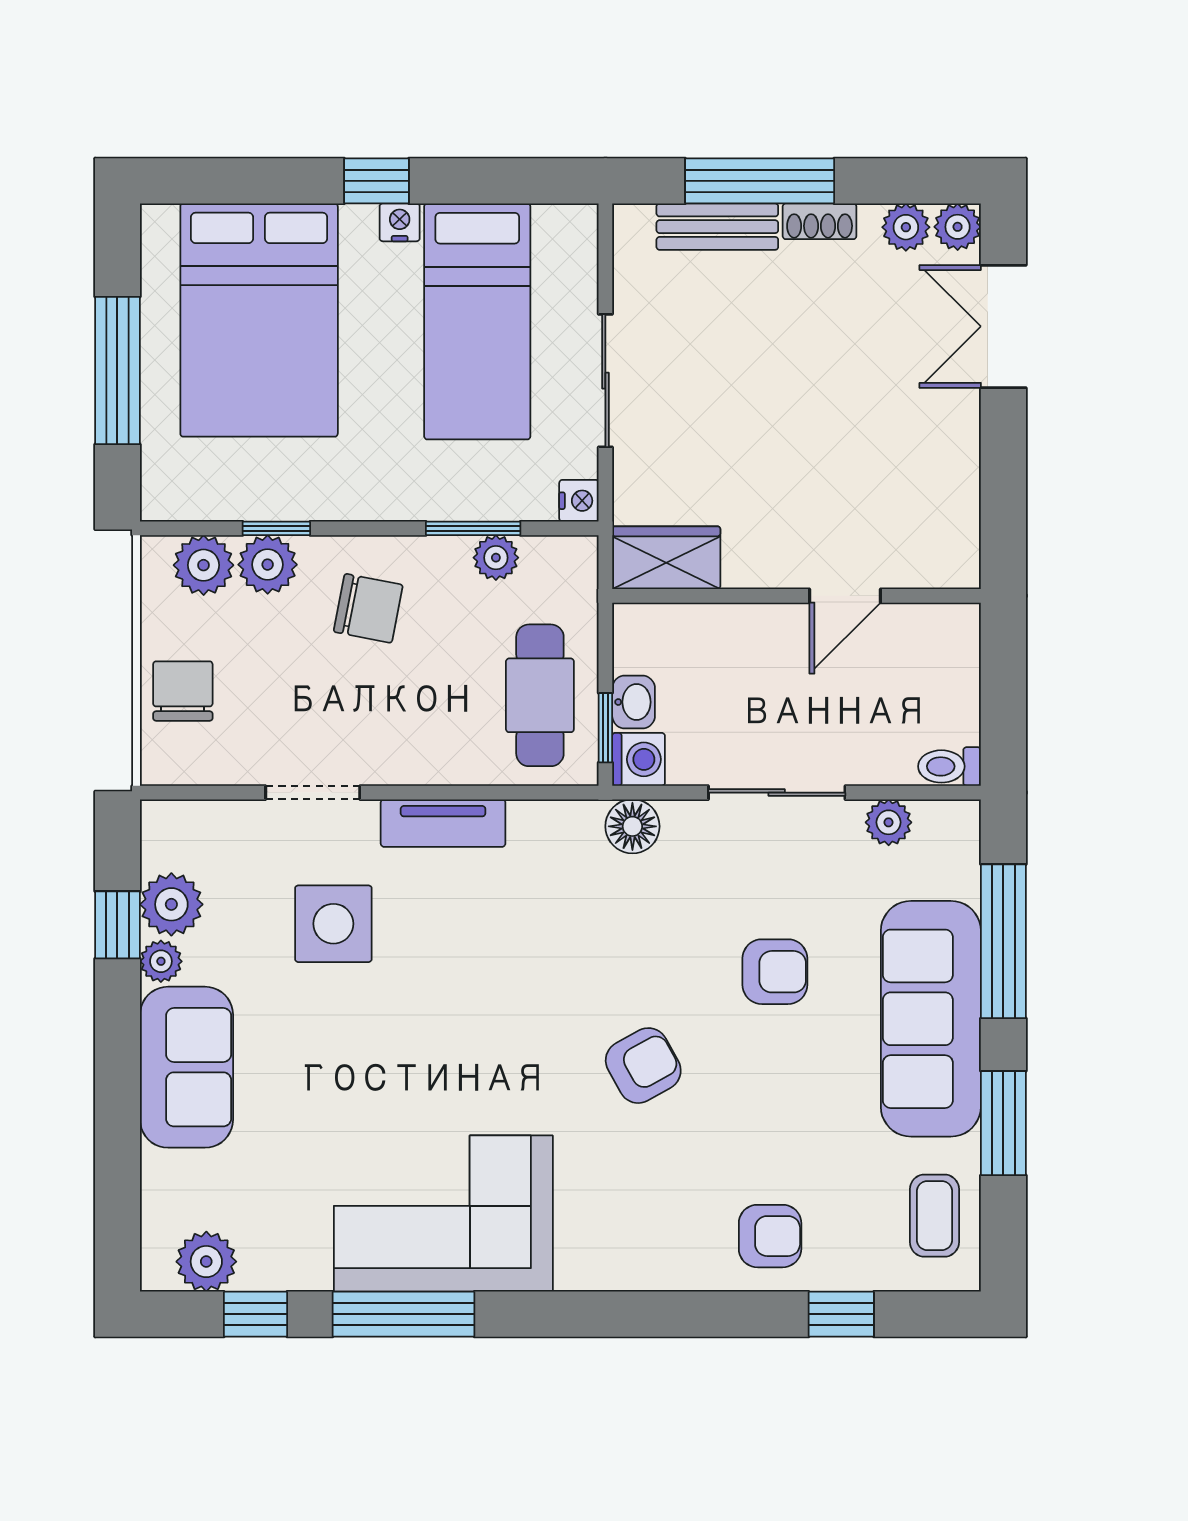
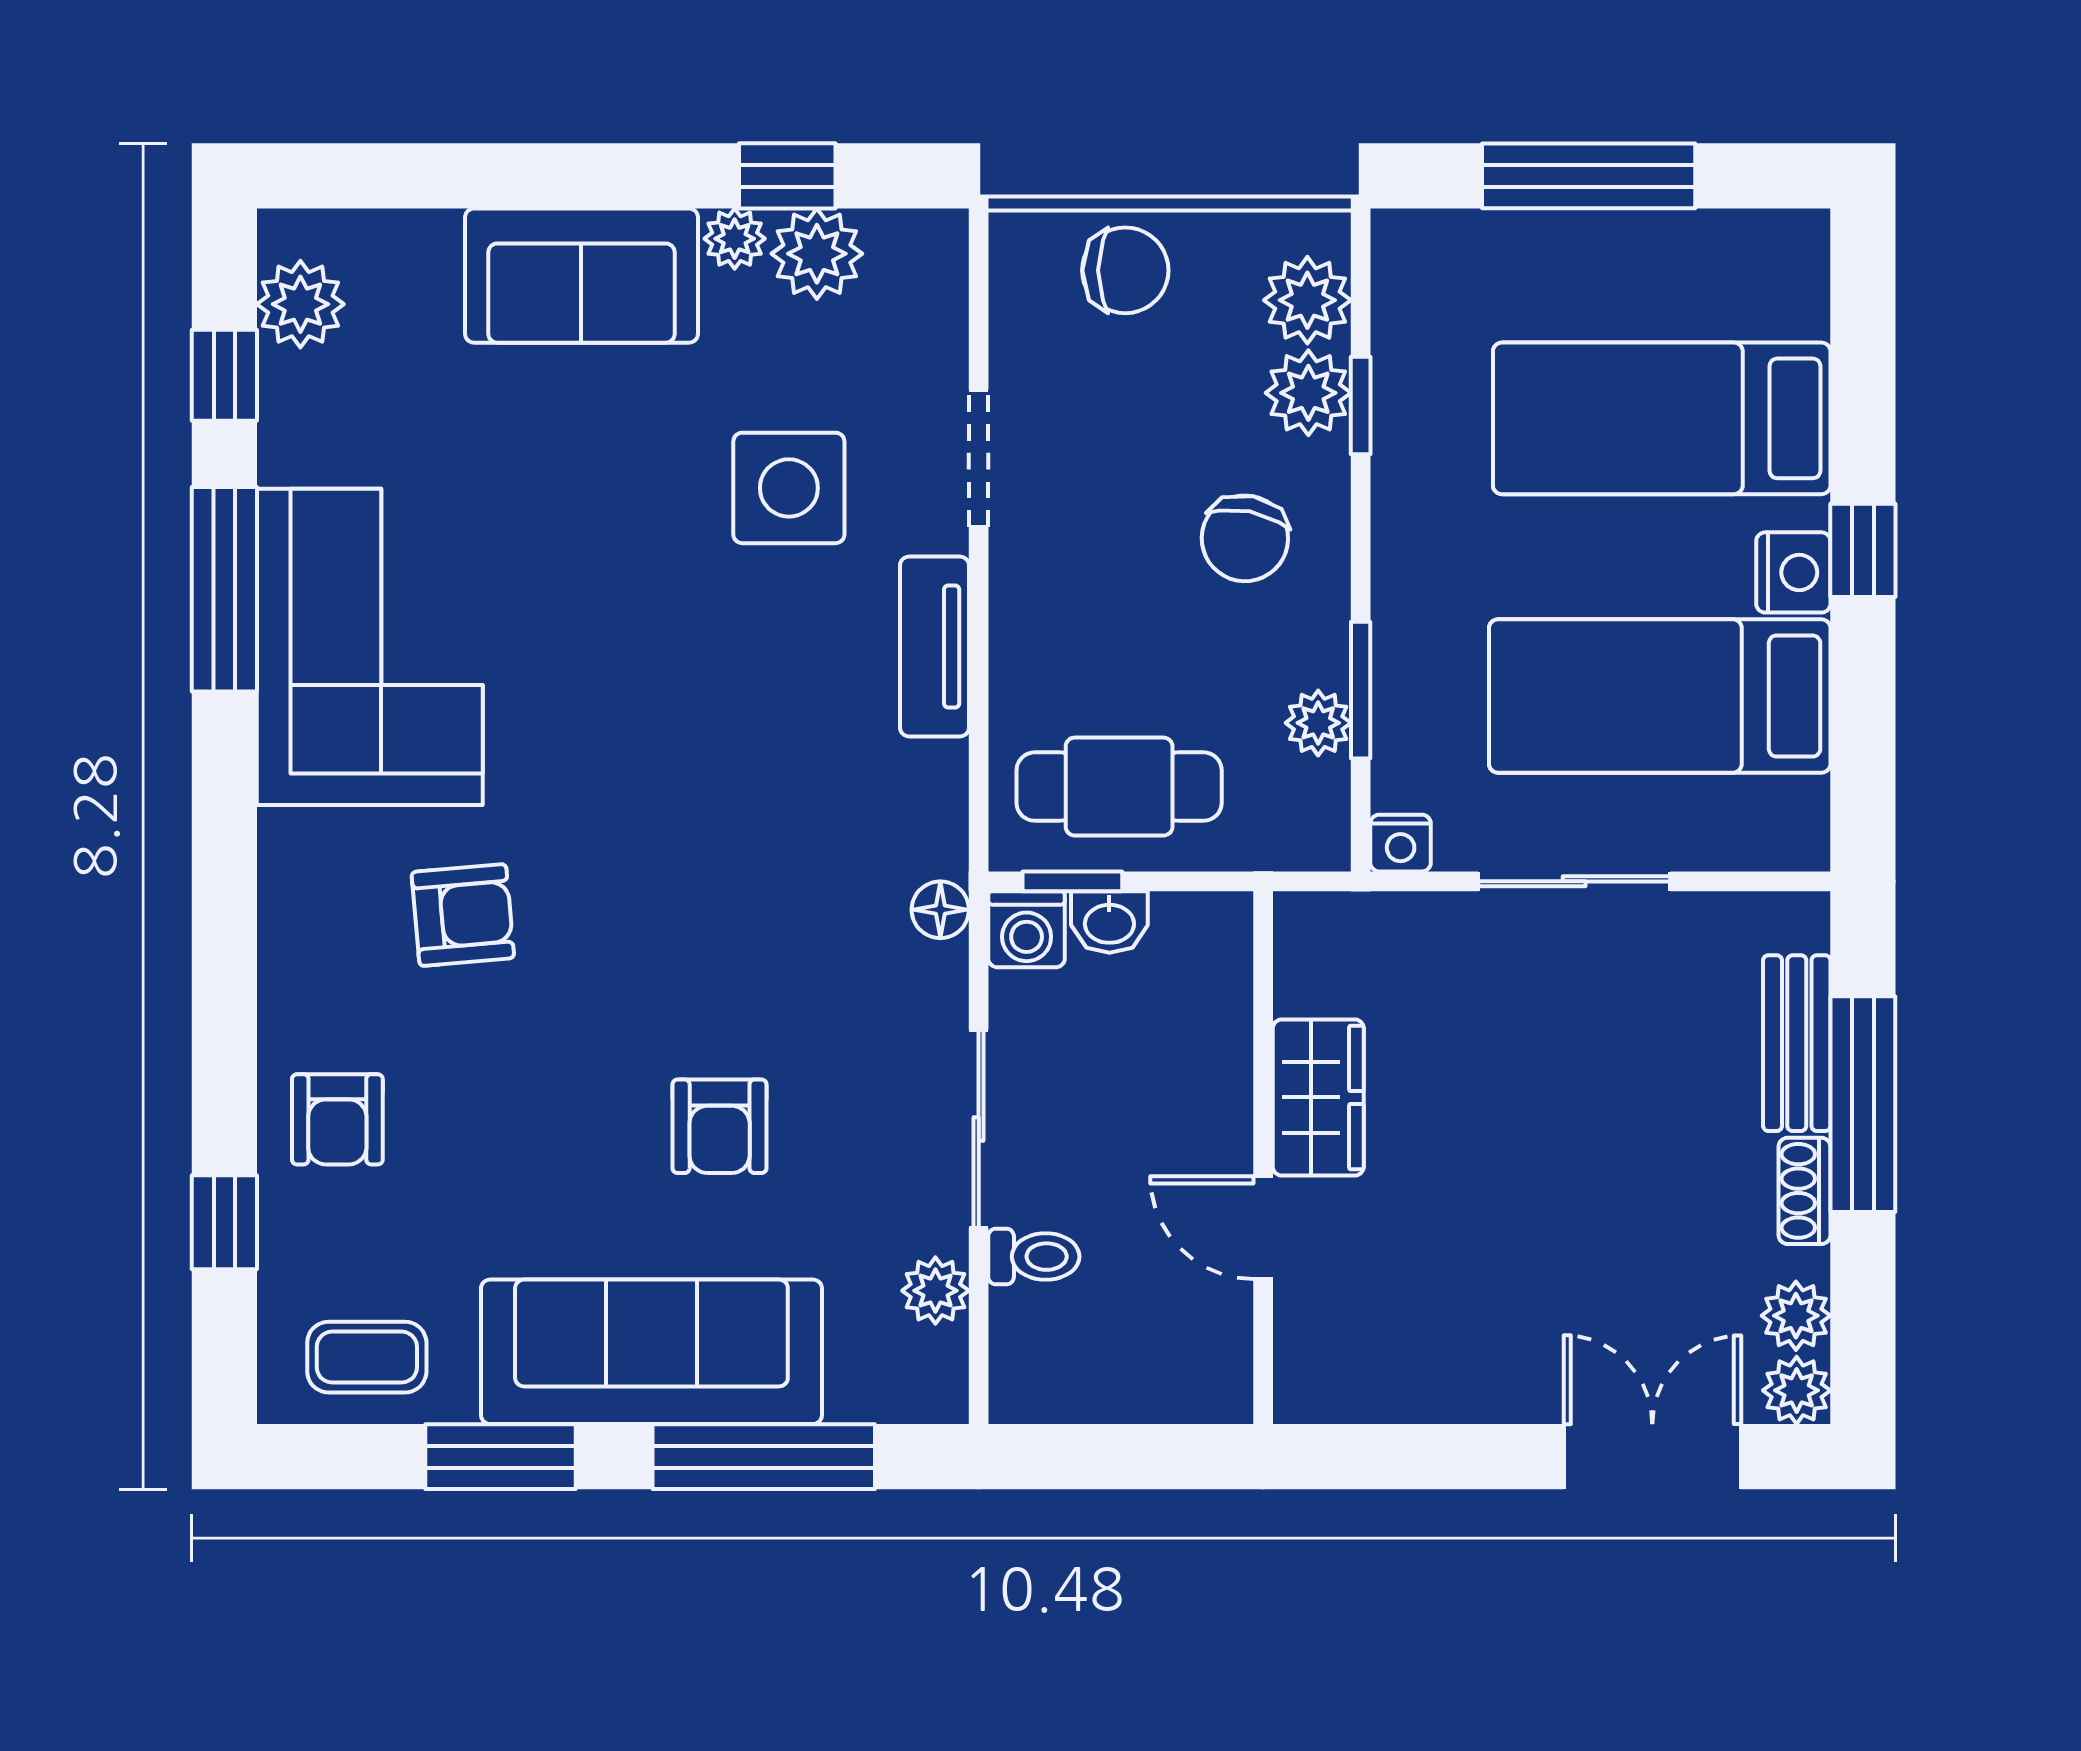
nightstand: (400, 222) -> (1793, 572), width x1.39, depth x1.35
bed: (259, 320) -> (1662, 418), width x0.67
wardrobe: (666, 558) -> (1318, 1097), moved
toilet: (949, 766) -> (1034, 1257), moved, turned 90
floor lamp: (632, 826) -> (940, 910), width x0.73, depth x0.73
armchair: (643, 1066) -> (463, 915), moved, turned -66

